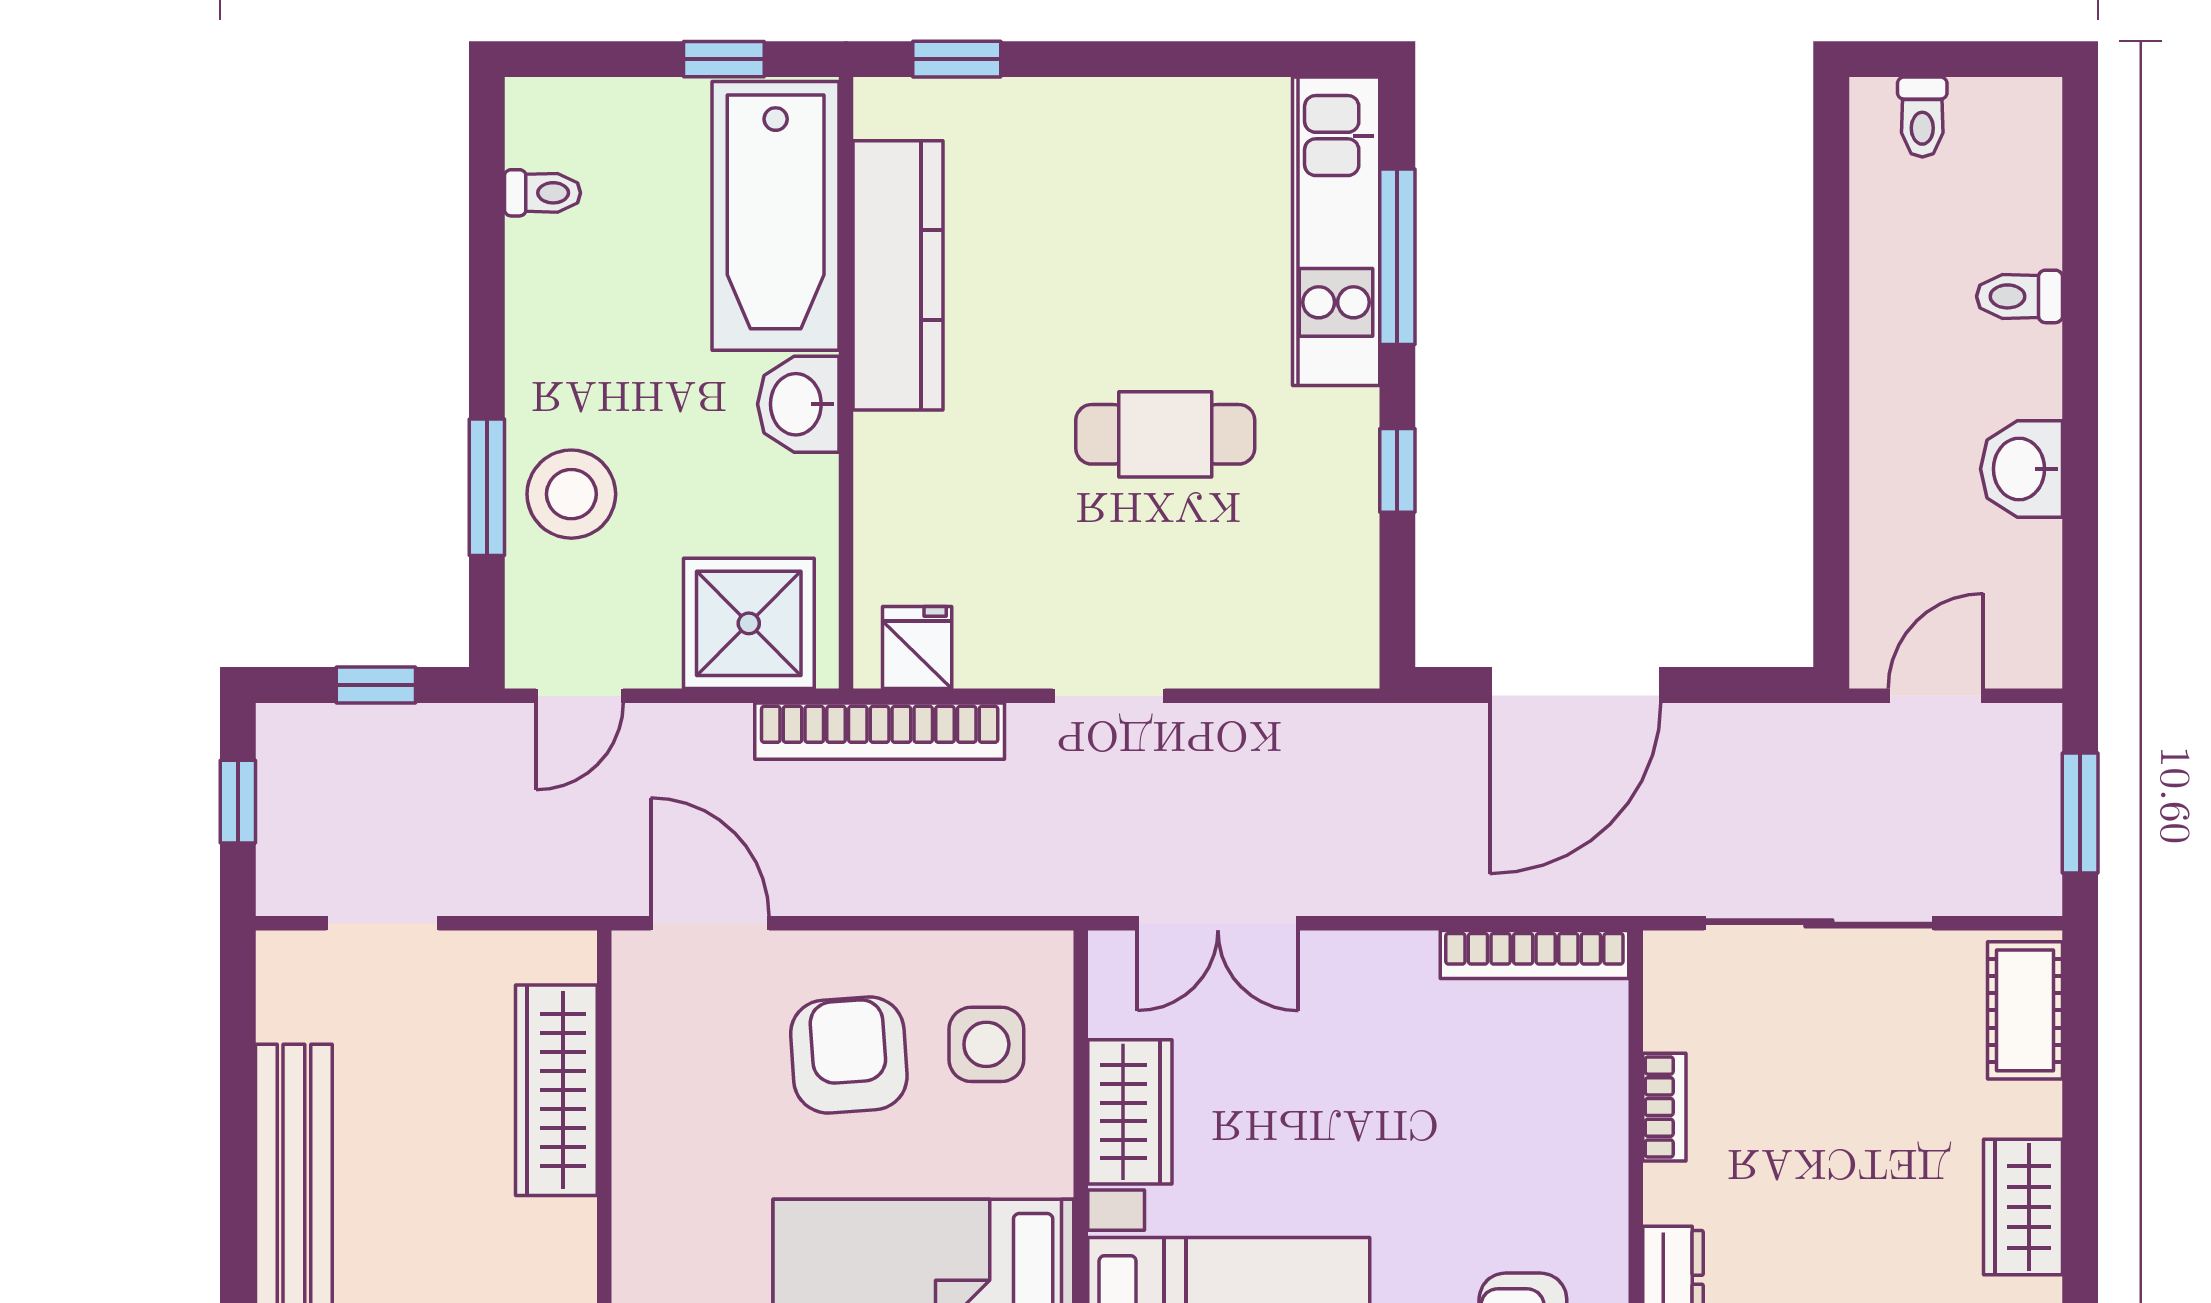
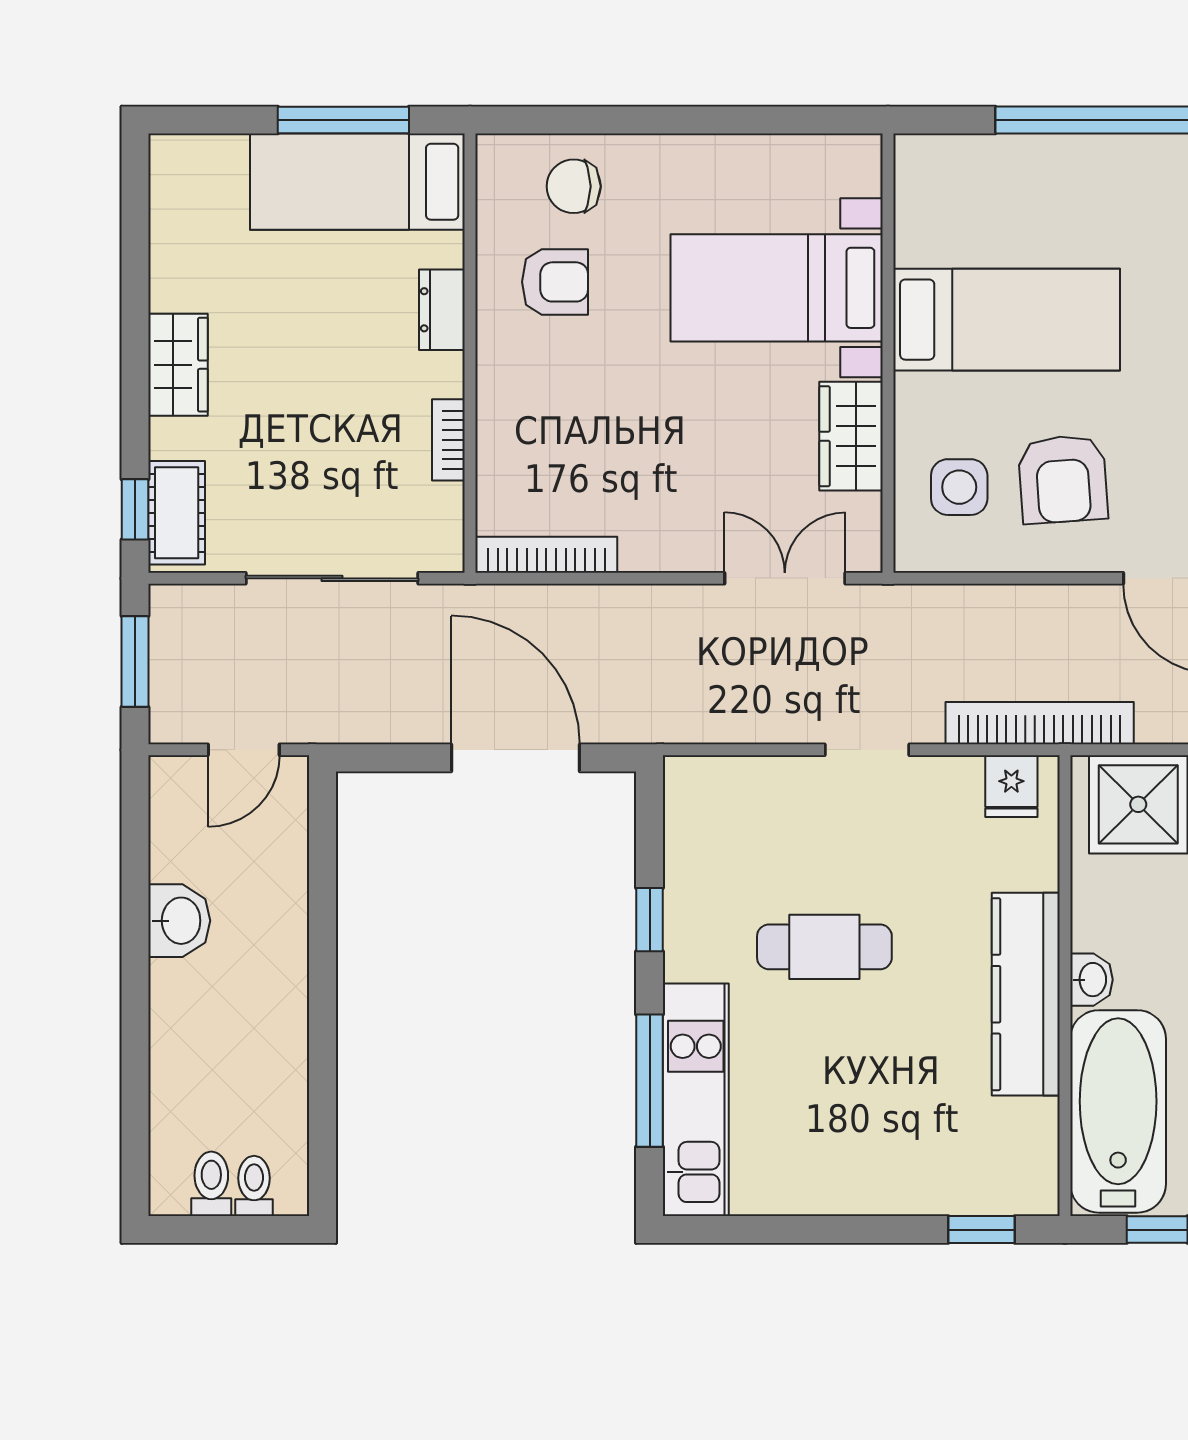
kitchen counter: (898, 275) -> (1026, 994), moved
toilet: (2020, 296) -> (211, 1184), moved, turned -90
washbasin: (798, 404) -> (1092, 980), width x0.72, depth x0.69
door: (1575, 685) -> (516, 758), hinge flipped
window: (2080, 1015) -> (135, 509), added

